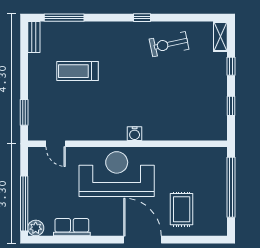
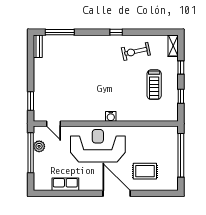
treadmill: (77, 71) -> (154, 85), moved, turned -90
window: (24, 204) -> (31, 153), moved
rug: (182, 209) -> (145, 171), turned 90
plant: (36, 228) -> (39, 146), moved

